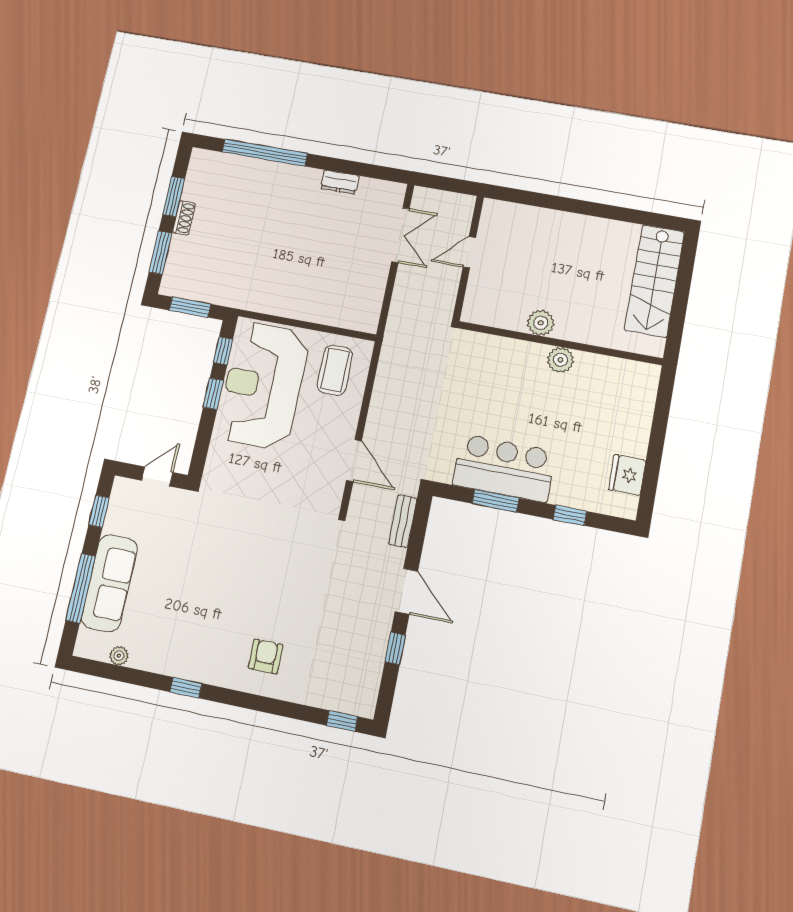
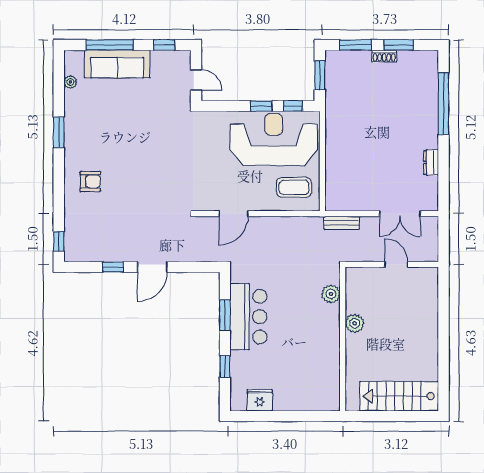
plant: (560, 360) -> (331, 294), moved
bench: (403, 521) -> (342, 223), moved
window: (186, 688) -> (59, 132), width x1.50

